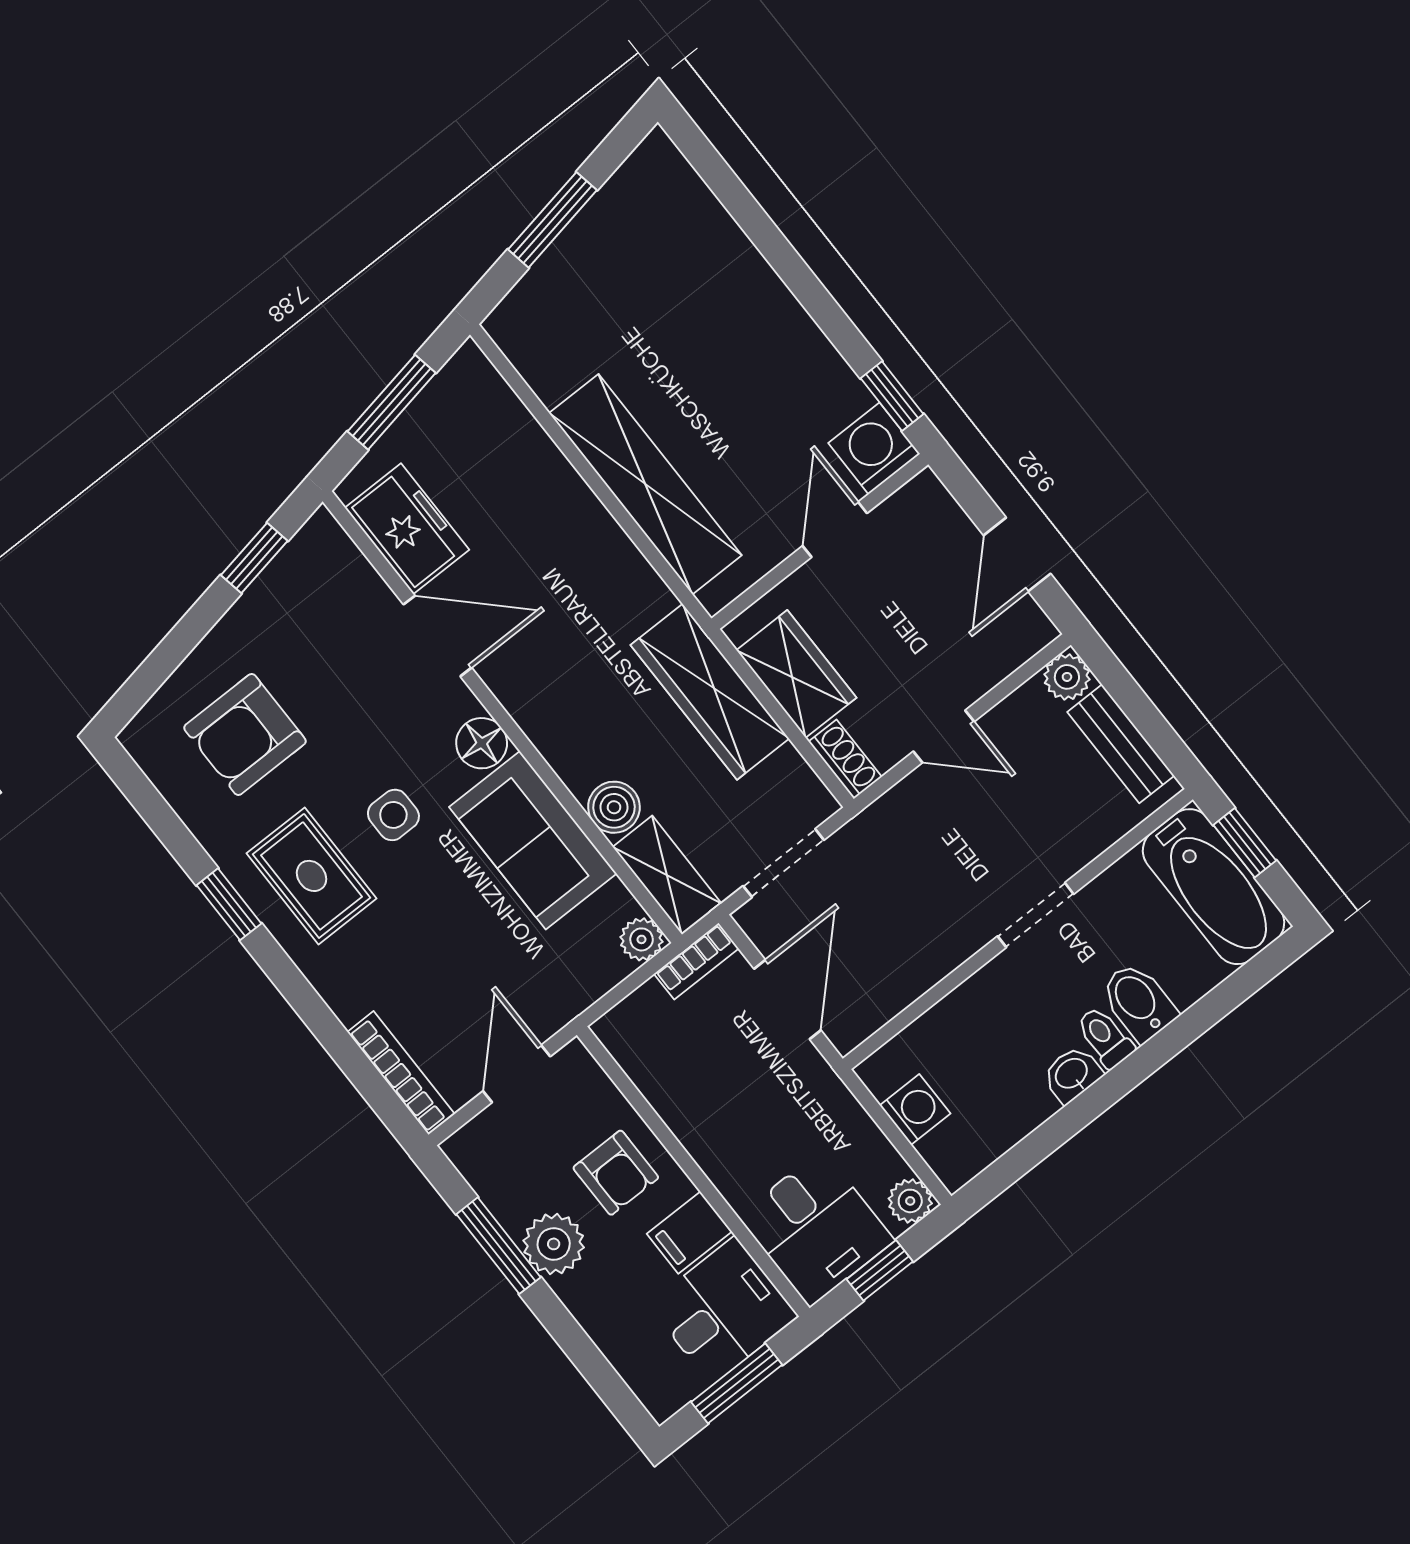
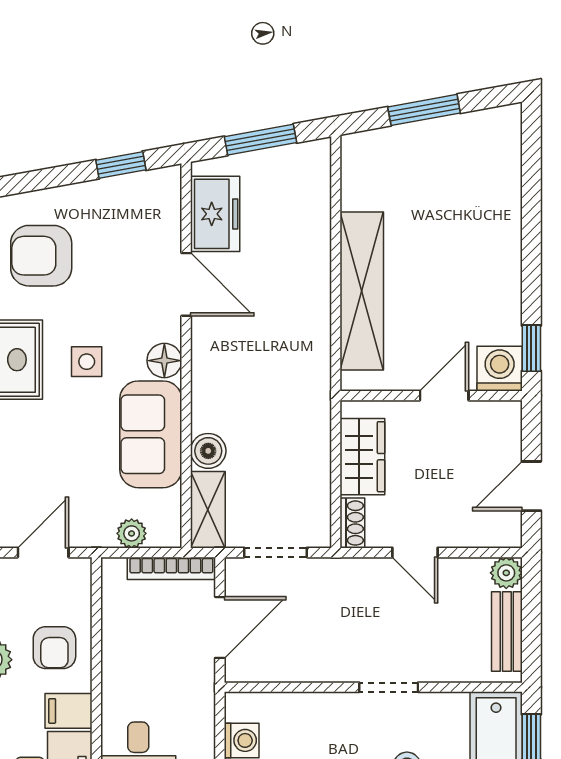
wardrobe: (710, 692) -> (309, 430), removed
plant: (642, 939) -> (132, 533), moved
bookcase: (696, 961) -> (171, 568), width x1.56

